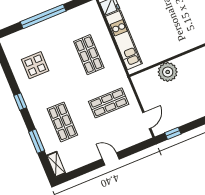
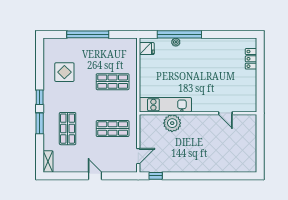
kitchen unit: (124, 40) -> (165, 105), moved, turned -90
shop shelf: (89, 55) -> (113, 82), turned 90
window: (37, 141) -> (40, 123), moved

